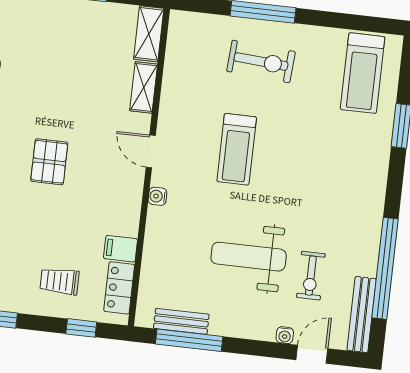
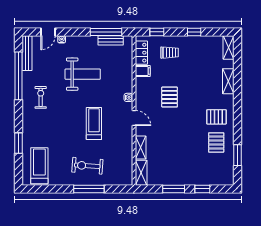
pallet: (49, 162) -> (170, 97), moved
exercise bike: (311, 276) -> (41, 97), moved

